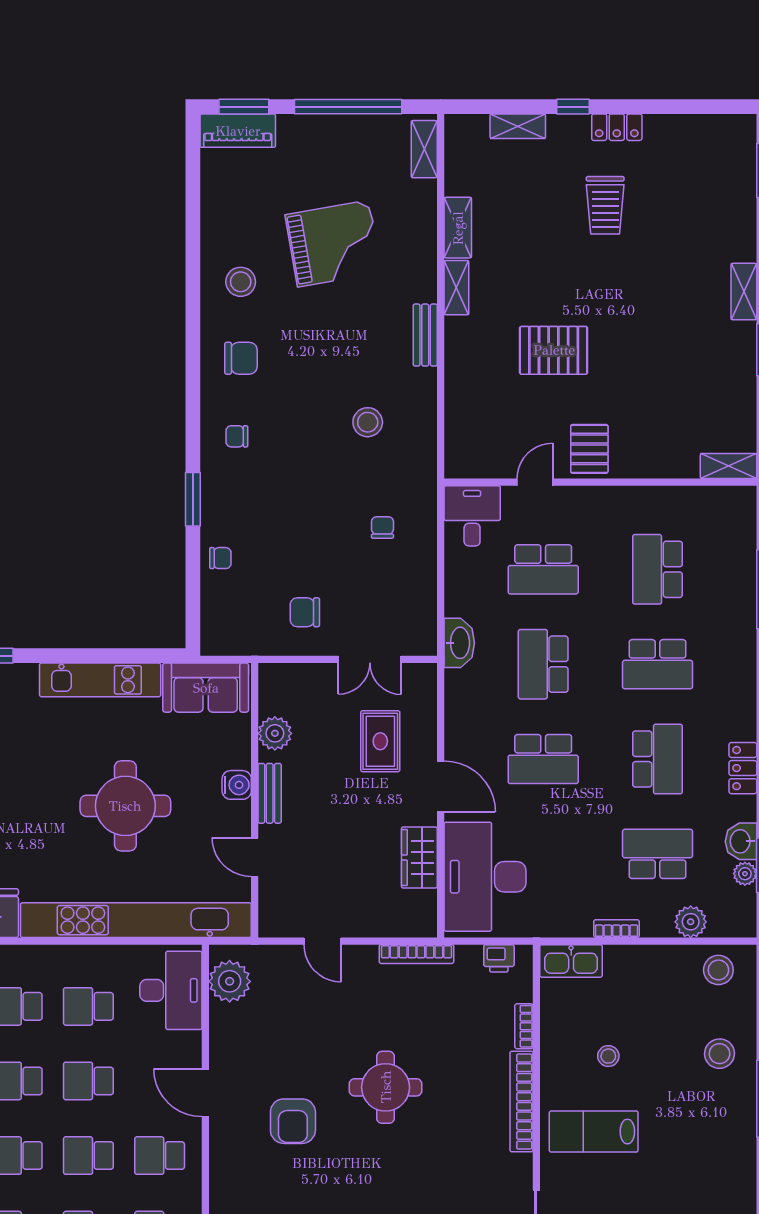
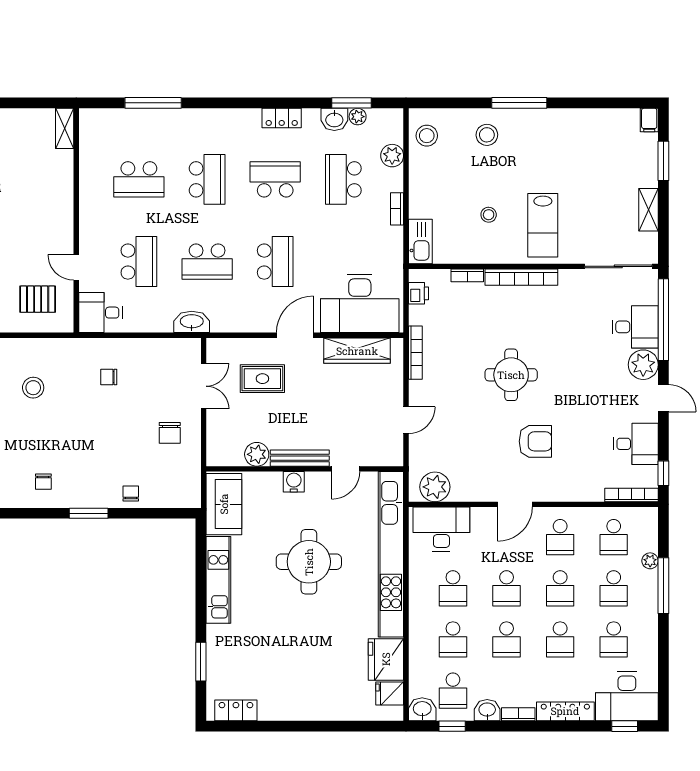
pallet: (589, 449) -> (38, 299), moved
bench: (270, 793) -> (300, 458), width x1.36
wardrobe: (419, 858) -> (357, 351), width x1.50

